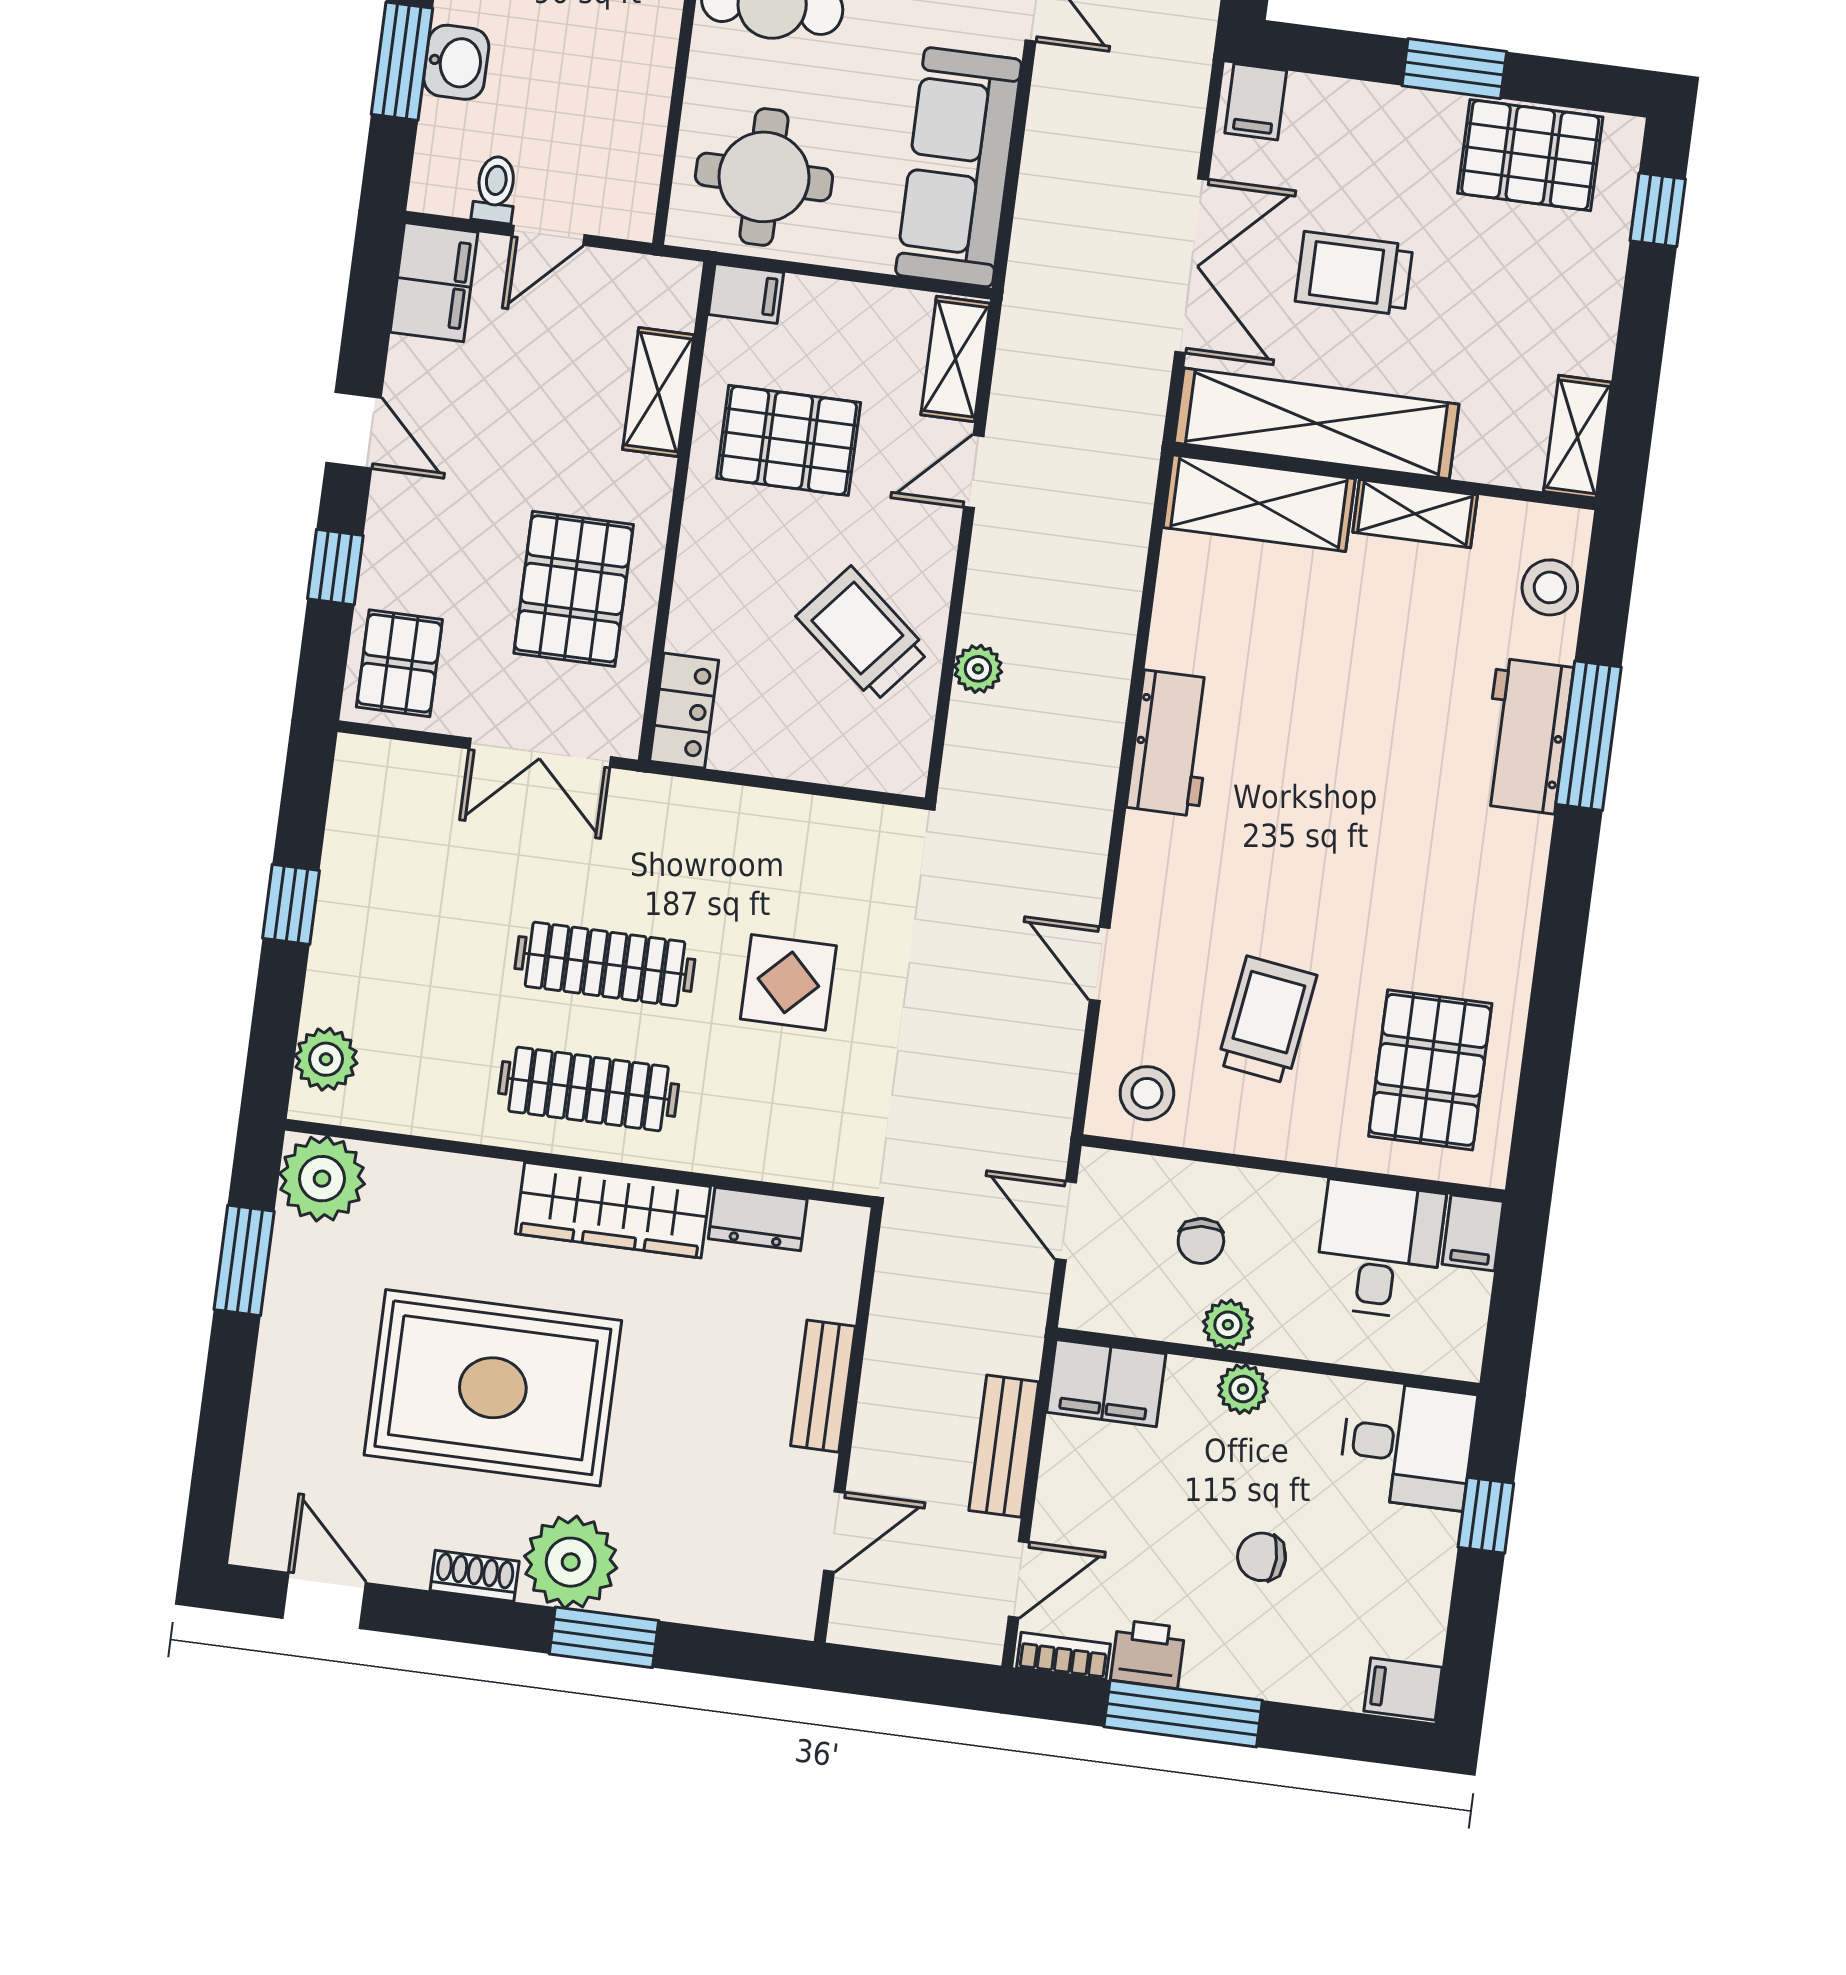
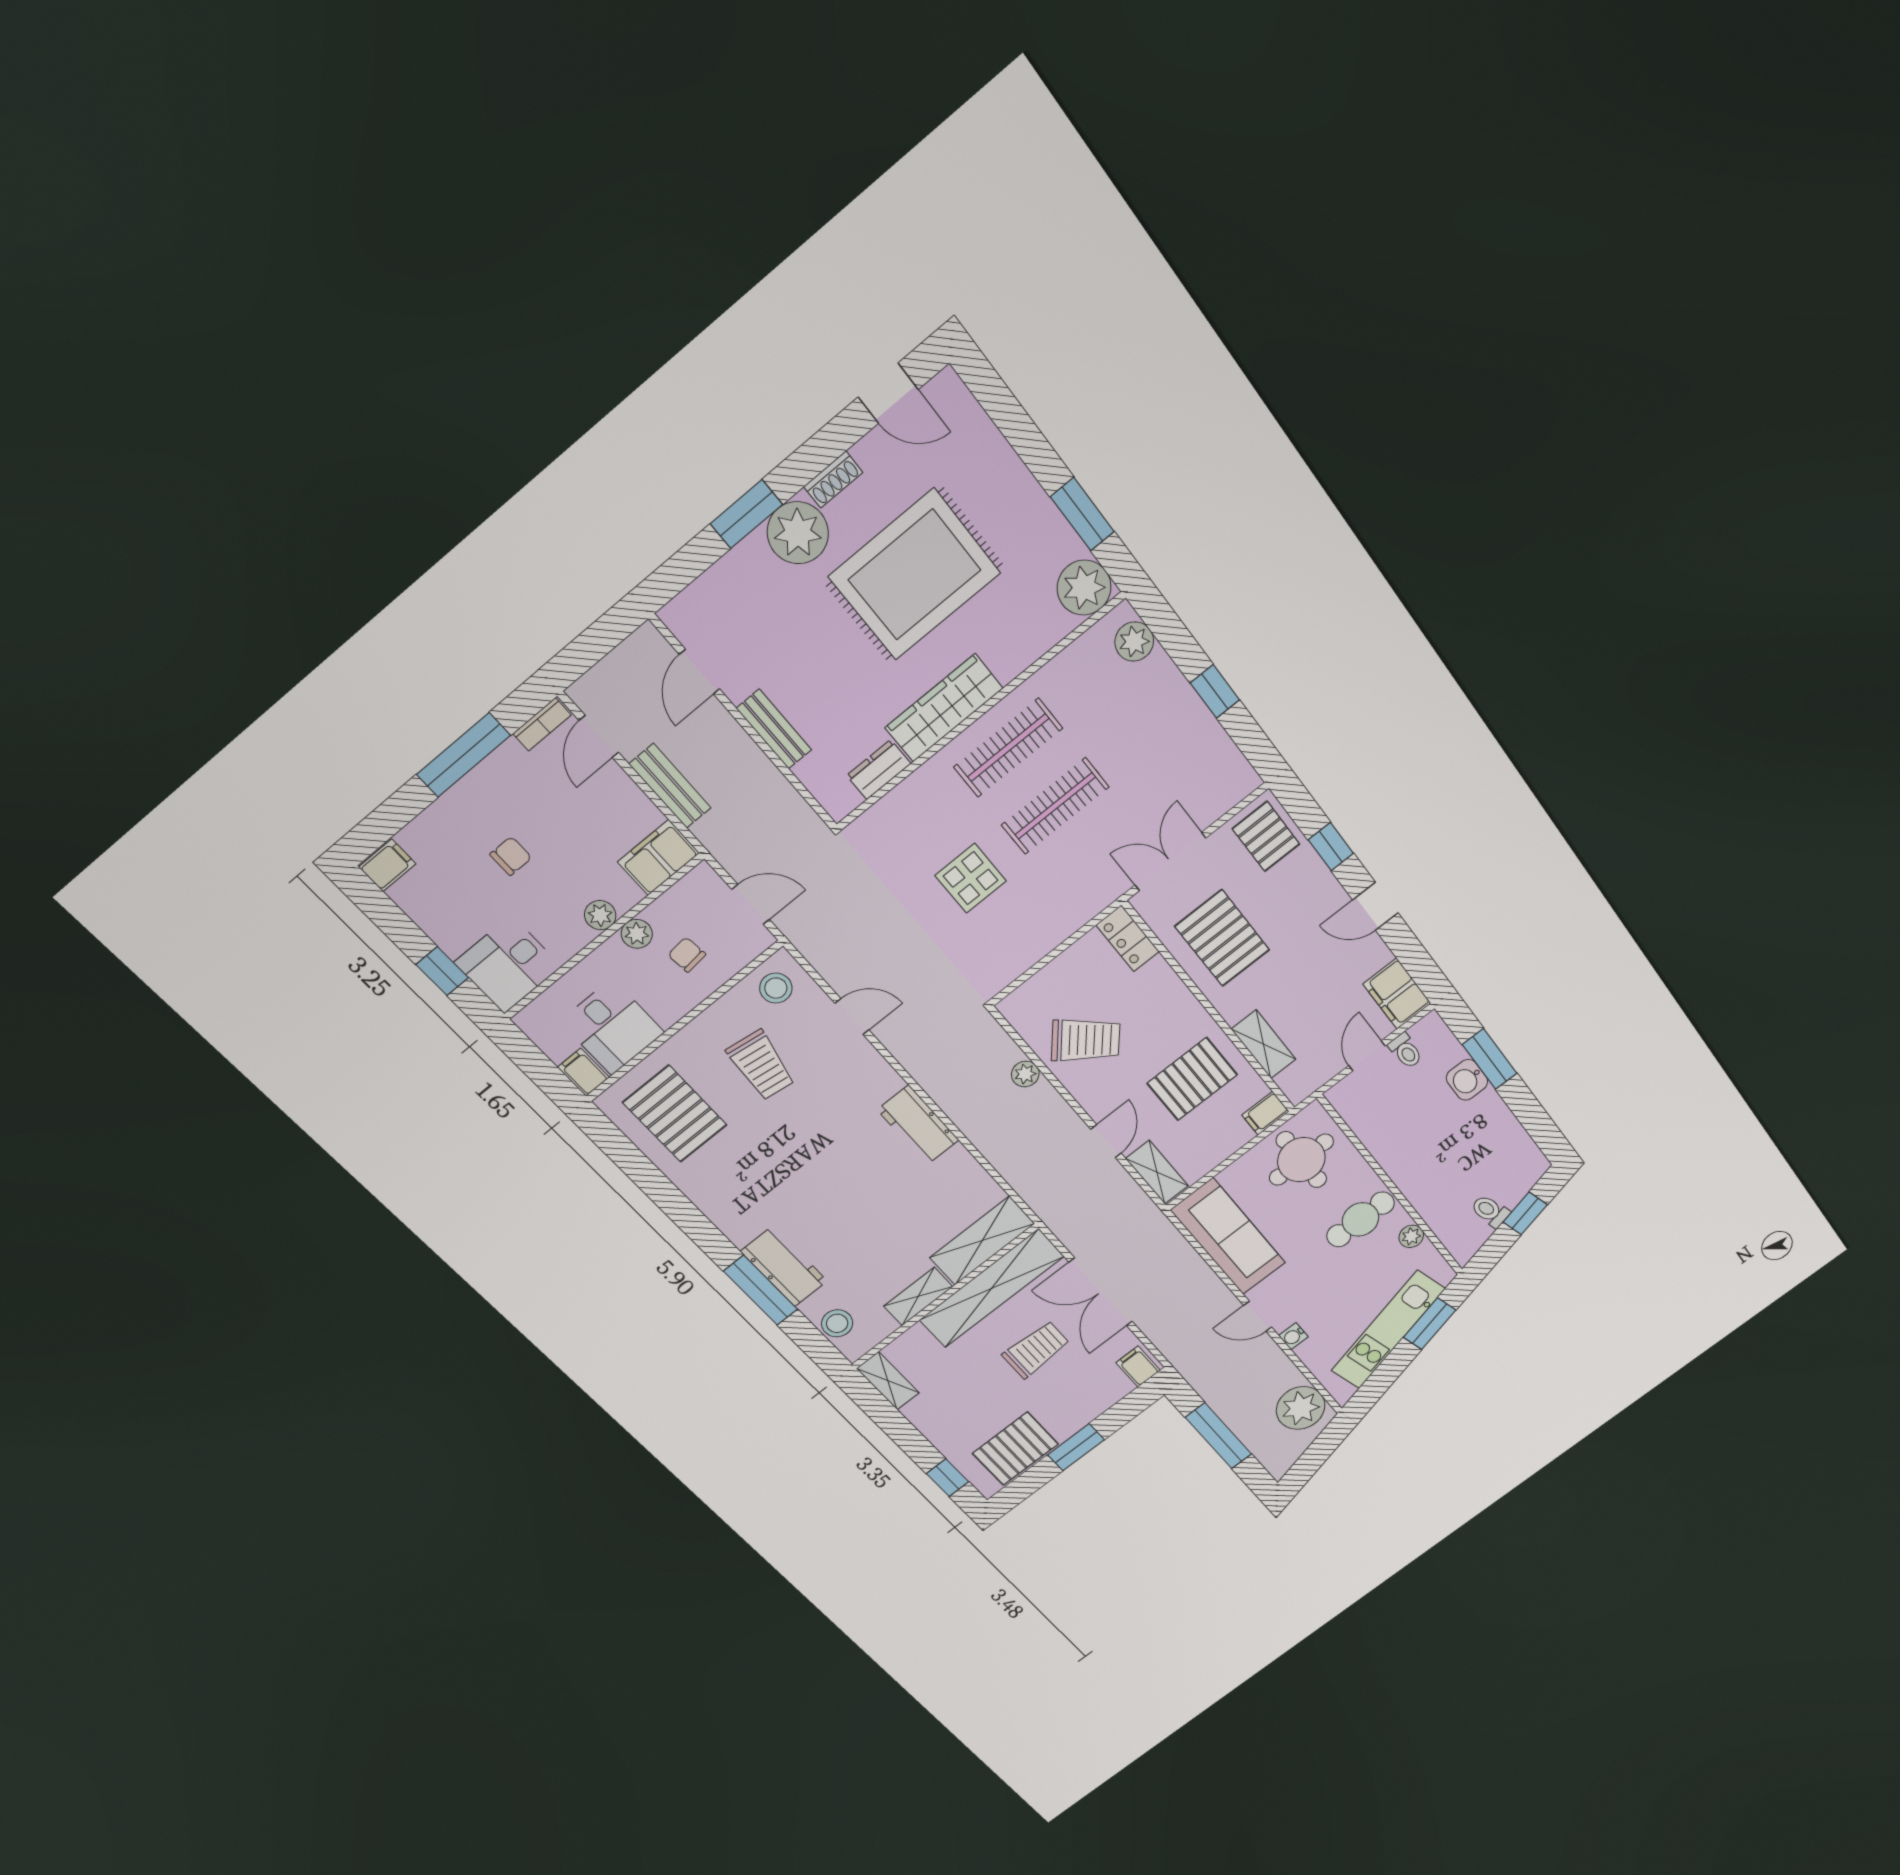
printer: (1148, 1654) -> (508, 764), removed

